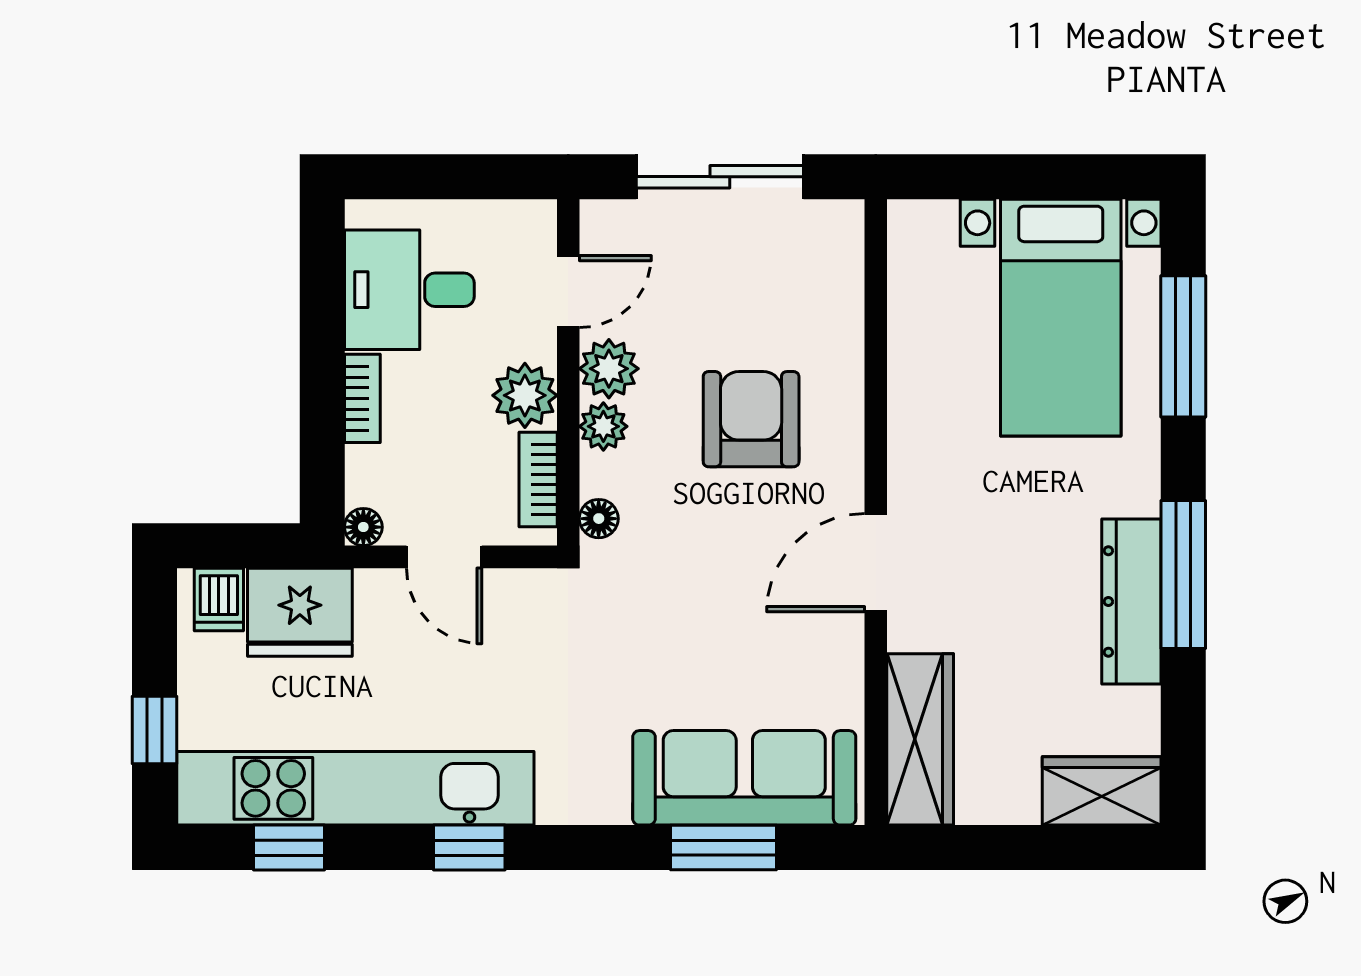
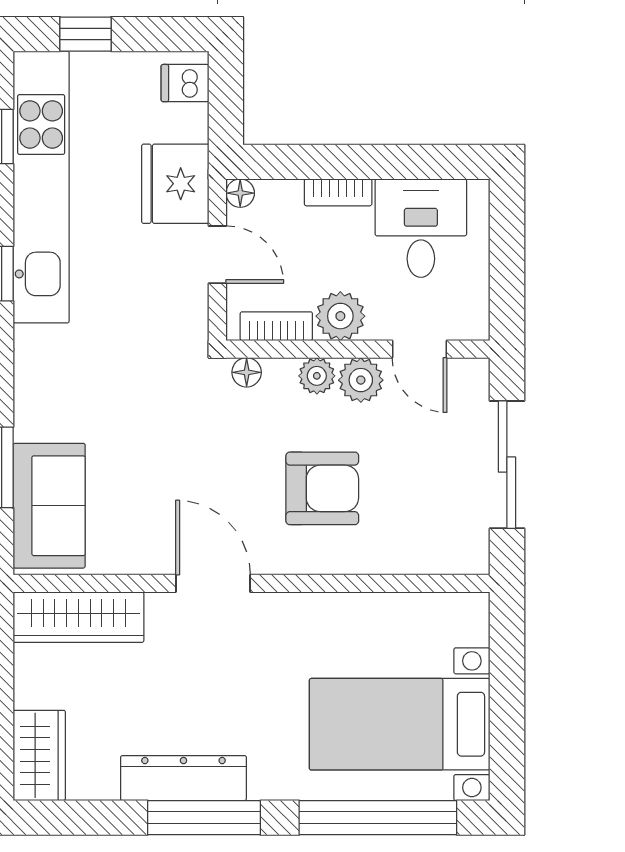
window: (1183, 346) -> (378, 818), width x1.46
door: (444, 557) -> (217, 255), swing flipped
fridge: (300, 612) -> (175, 184), moved
sofa: (744, 778) -> (49, 506), width x0.73

